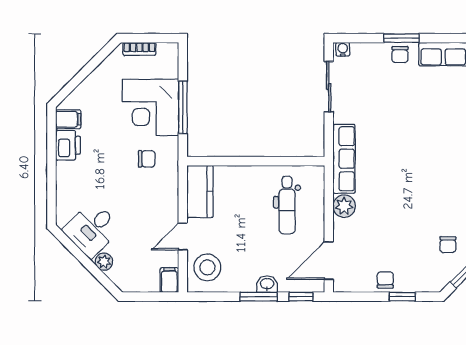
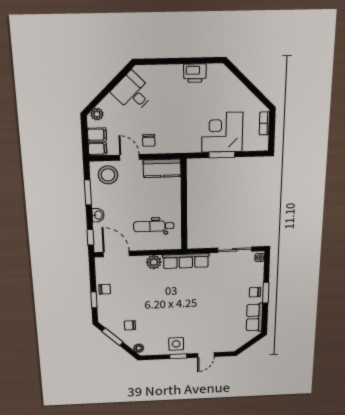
window: (183, 107) -> (222, 155), width x0.69
filing cabinet: (68, 119) -> (97, 135), moved, turned -90
chair: (147, 159) -> (149, 140), moved
plant: (104, 262) -> (97, 114), moved
window: (259, 297) -> (88, 192), moved

